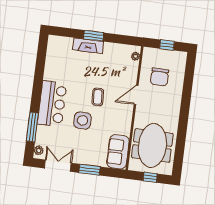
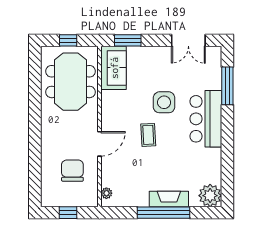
window: (94, 36) -> (163, 213), width x2.11
plant: (39, 150) -> (210, 196), moved, width x1.87, depth x1.87
window: (90, 170) -> (128, 40), moved

